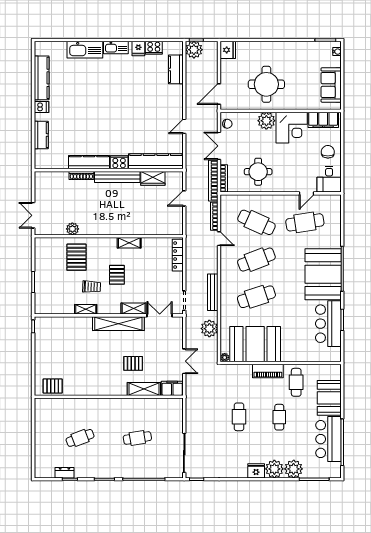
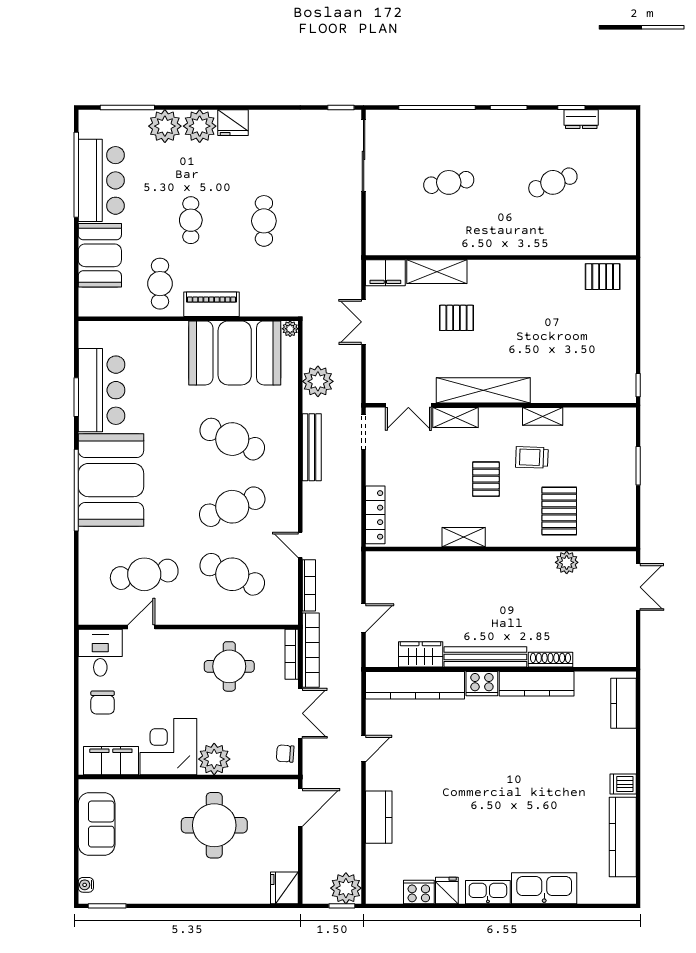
kitchen counter: (176, 69) -> (379, 817), moved
kitchen counter: (41, 135) -> (623, 703), moved
cafe table: (256, 297) -> (232, 439), turned 42

